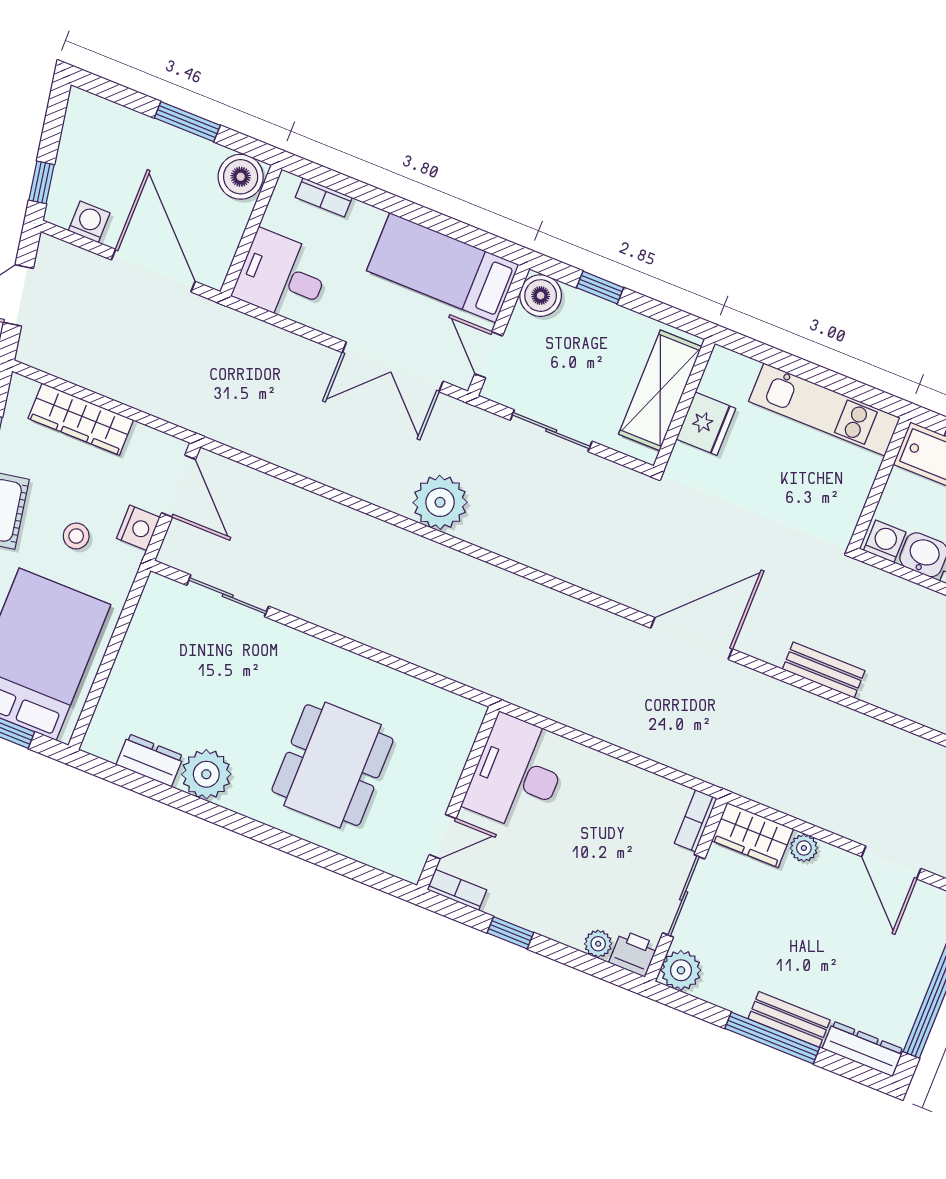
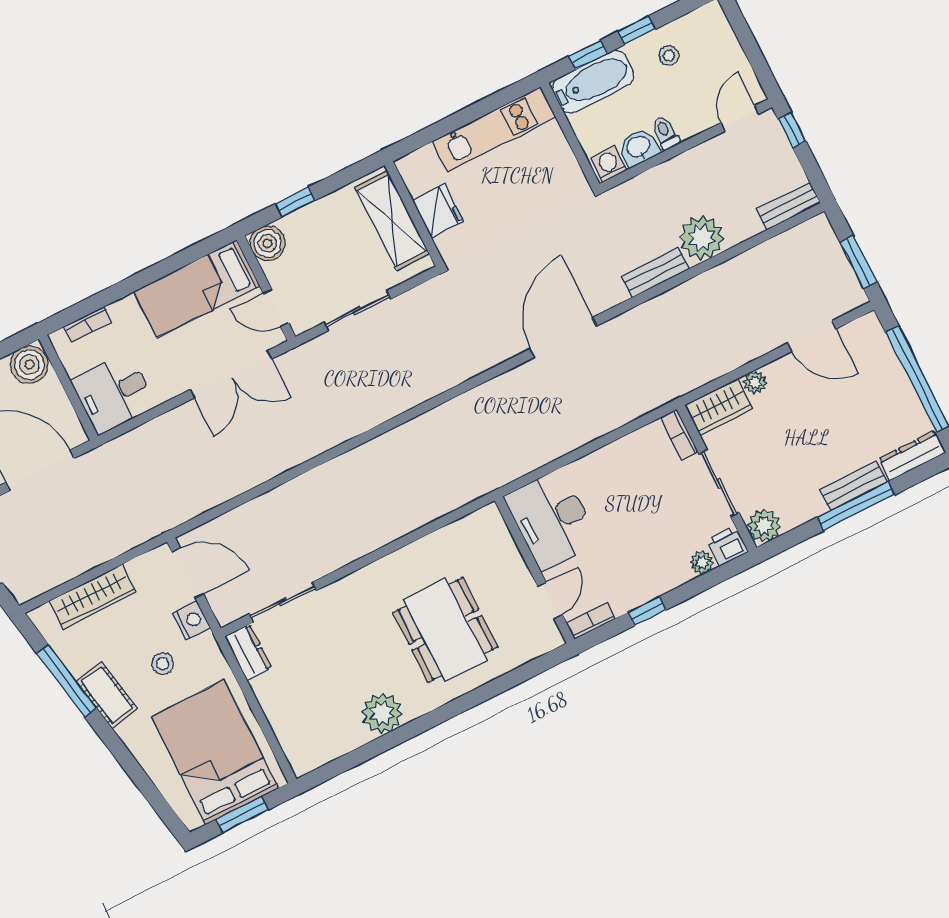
plant: (440, 502) -> (702, 238), moved
dresser: (150, 760) -> (248, 652), moved, turned 90

